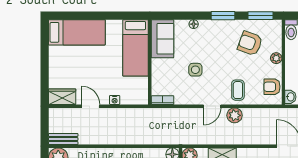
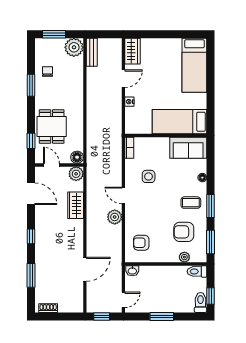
armchair: (250, 43) -> (184, 232), turned -110
plant: (276, 58) -> (184, 257), moved
side table: (195, 70) -> (149, 176), moved
armchair: (272, 87) -> (141, 243), moved, turned -90
coffee table: (238, 90) -> (191, 203), moved

